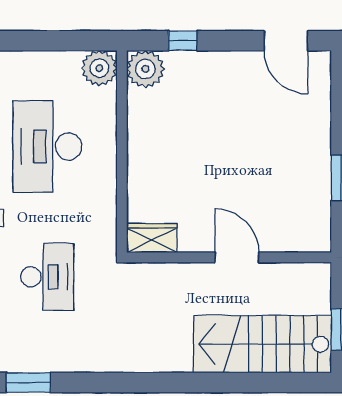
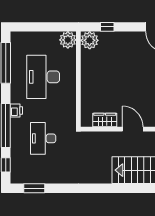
wardrobe: (152, 238) -> (105, 120), moved
desk: (47, 277) -> (43, 138), turned 180

